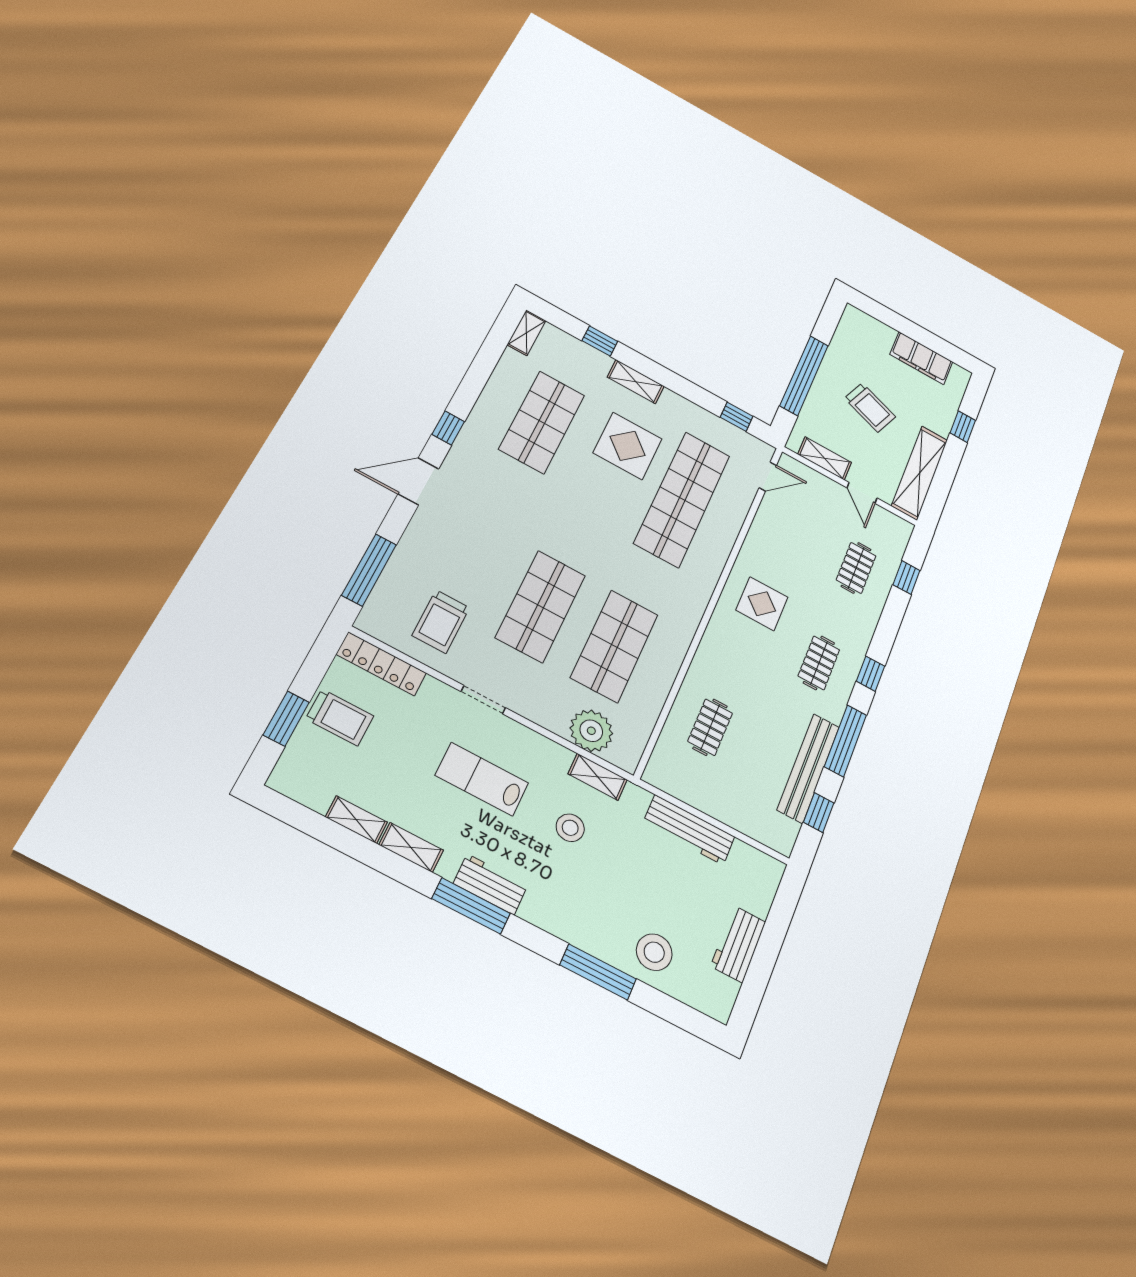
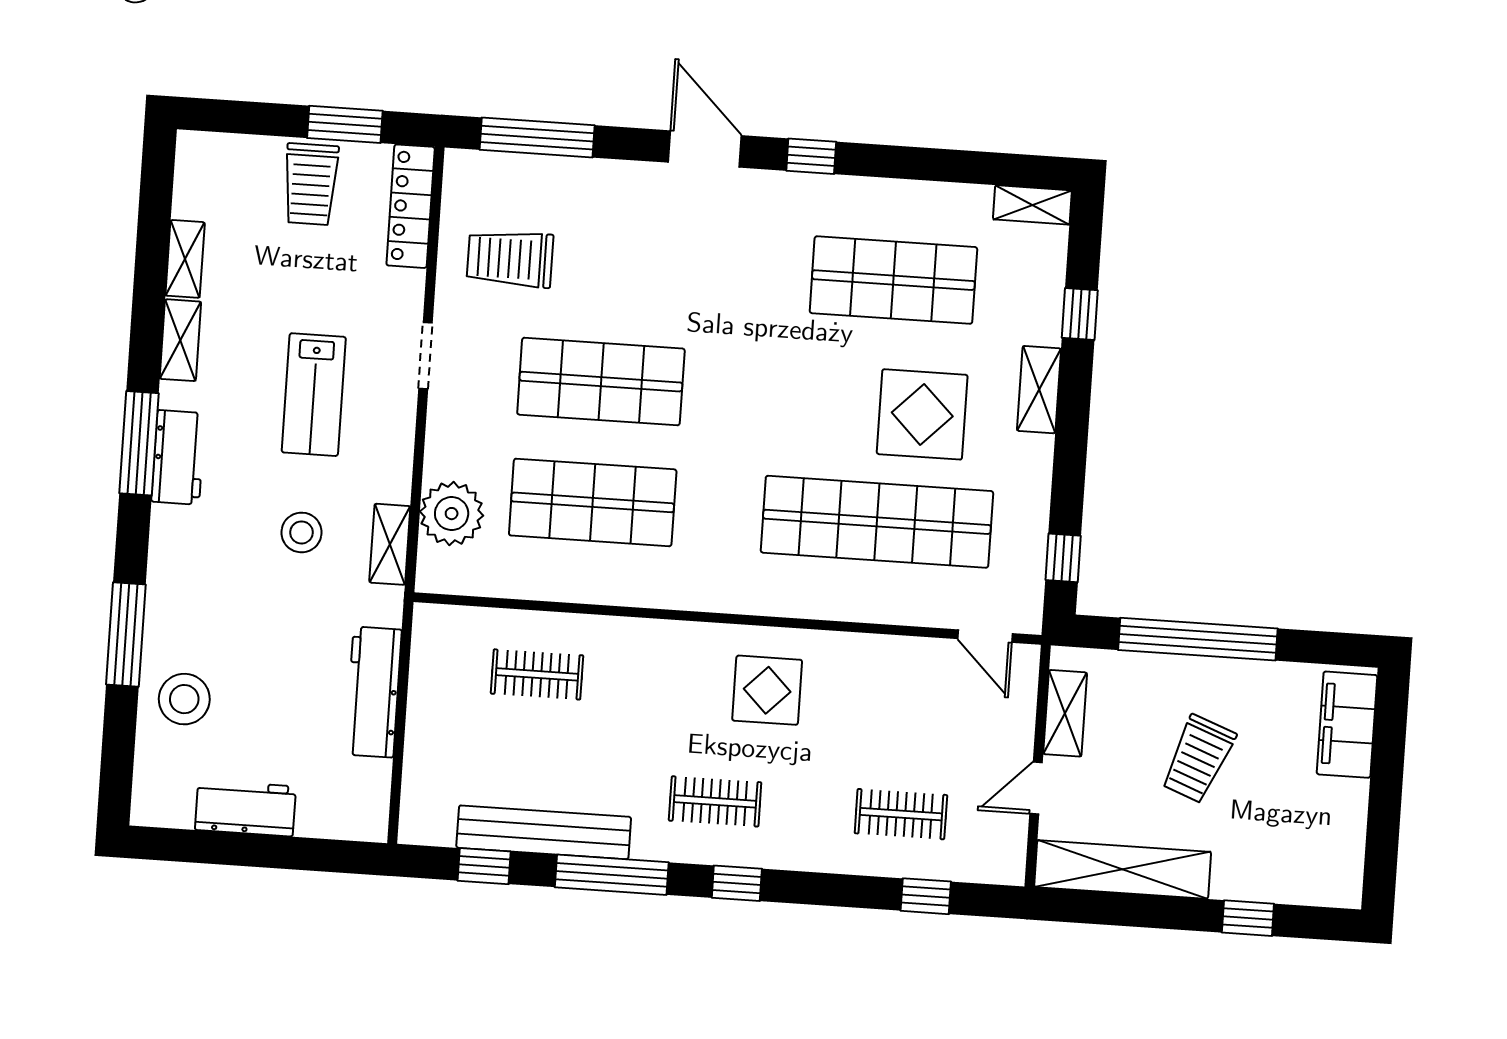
filing cabinet: (921, 358) -> (1347, 725), moved
window: (286, 719) -> (345, 124), moved
lab bench: (482, 779) -> (314, 395), turned 180

